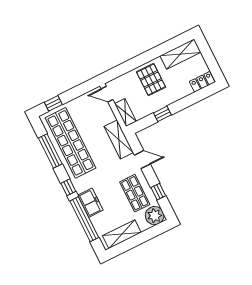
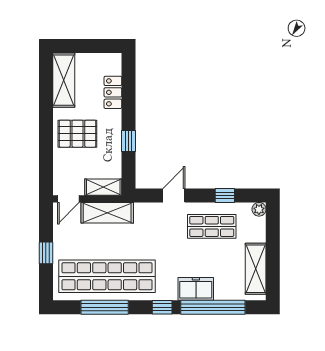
locker: (202, 82) -> (113, 92), moved
window: (53, 103) -> (46, 253), moved
shelving: (119, 140) -> (107, 213), moved
plant: (155, 216) -> (259, 209), width x0.53, depth x0.53

